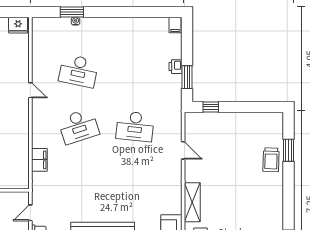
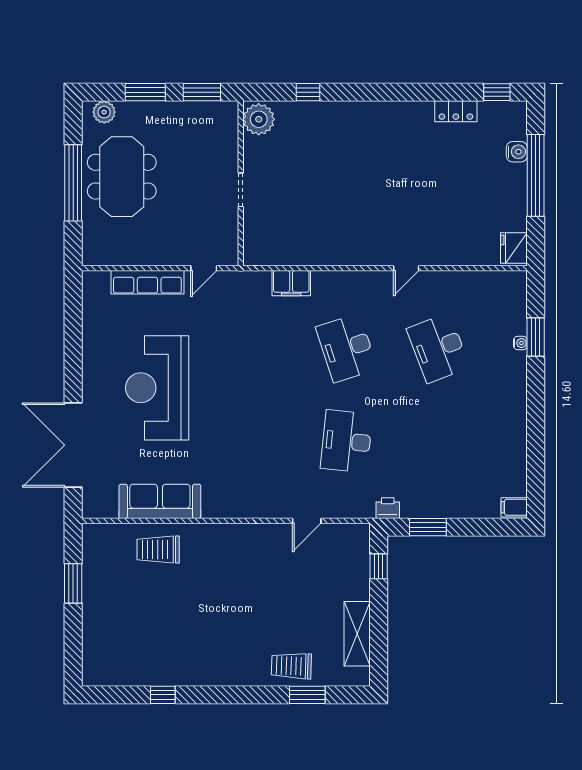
printer: (176, 67) -> (388, 508), moved
desk: (79, 71) -> (438, 348), turned -33
shelving: (192, 202) -> (357, 634), moved, turned 90
door: (30, 213) -> (204, 268), swing flipped

